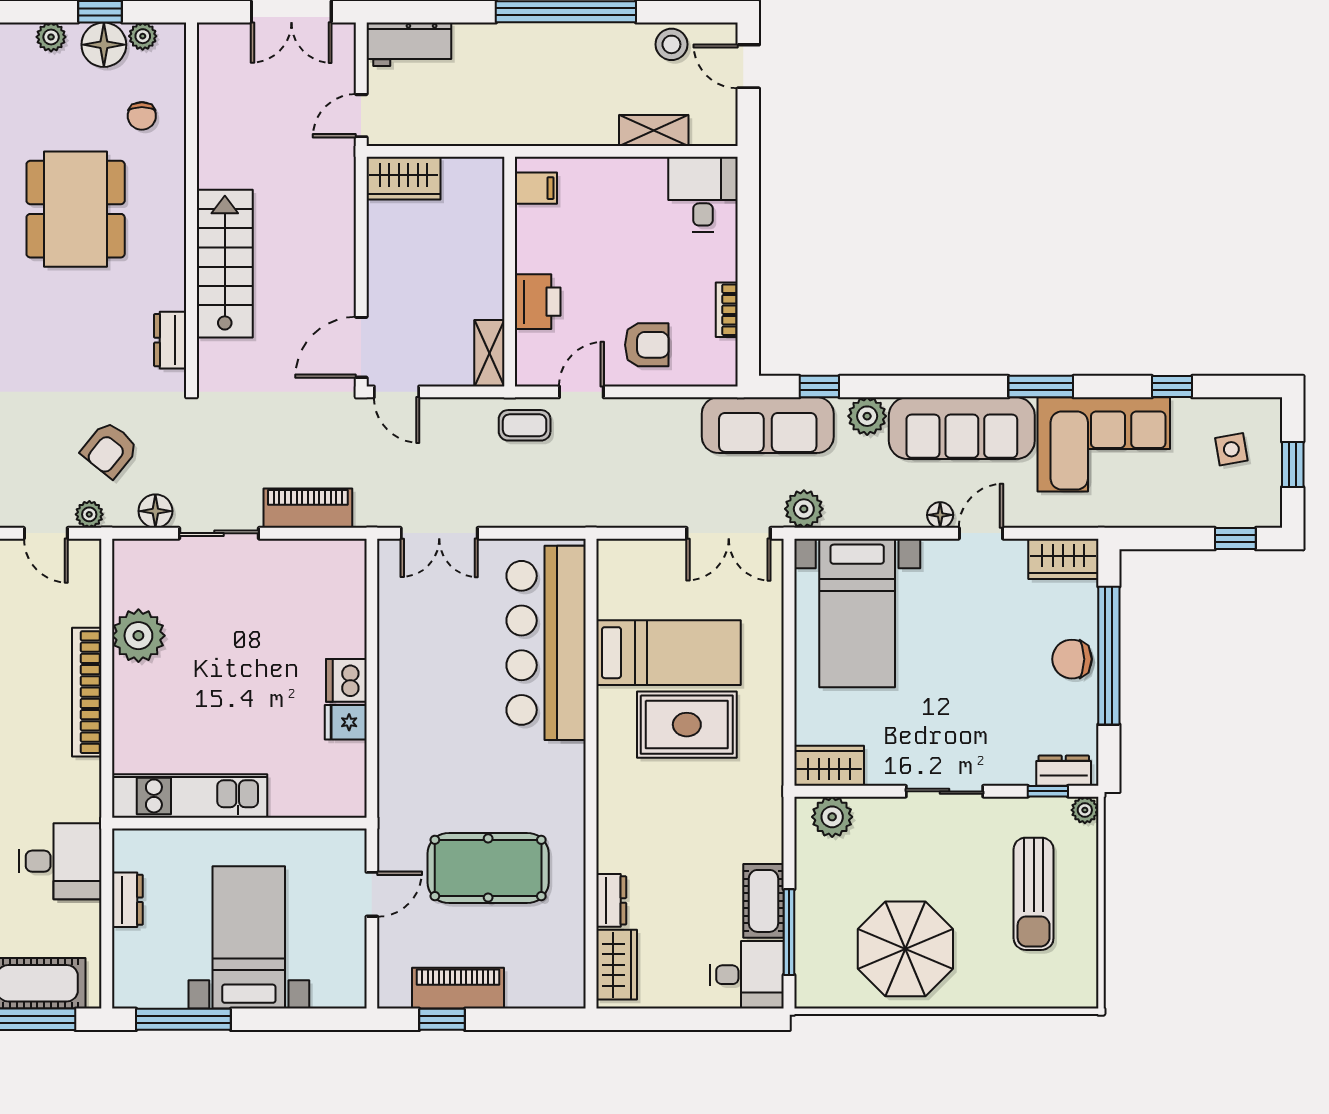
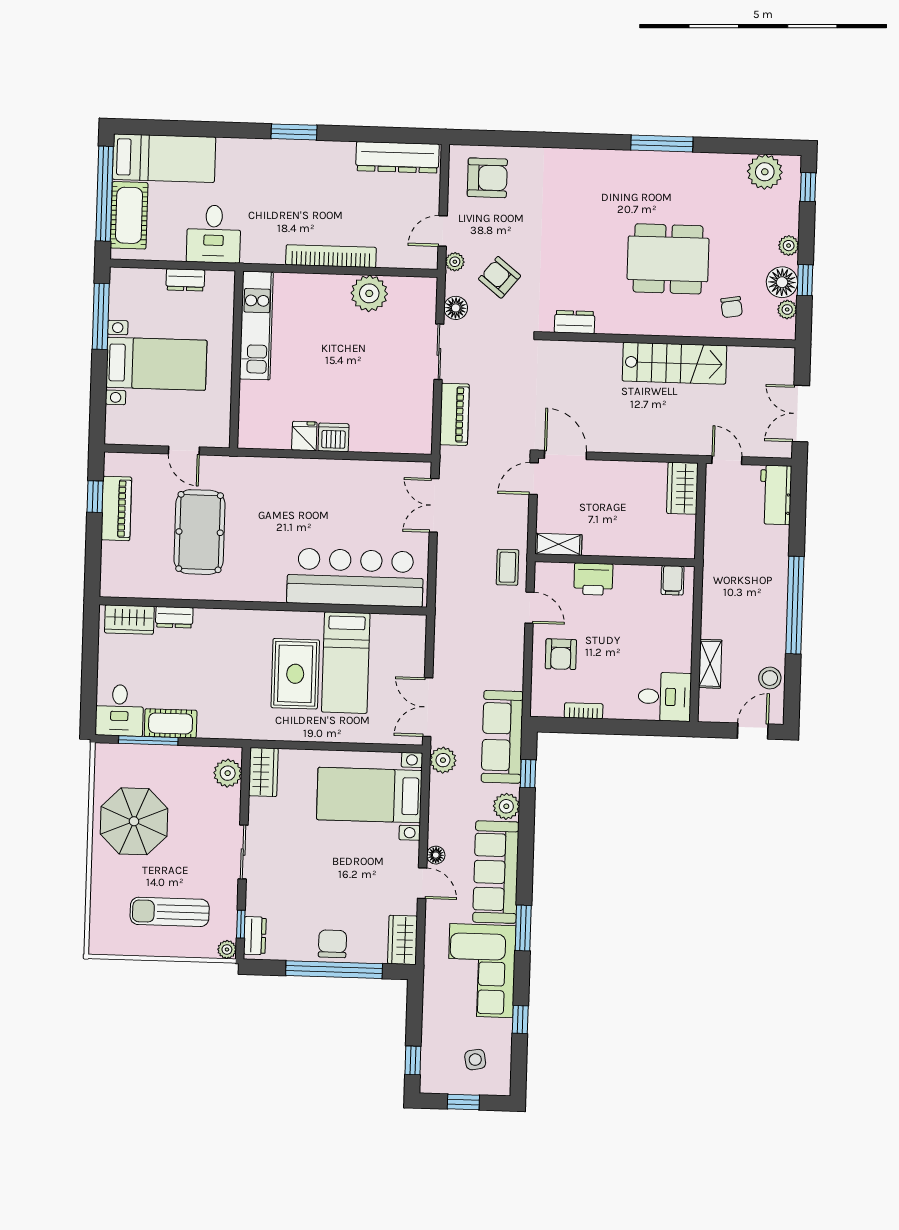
chair: (142, 116) -> (732, 307), turned -99
stairs: (225, 264) -> (674, 363), moved

